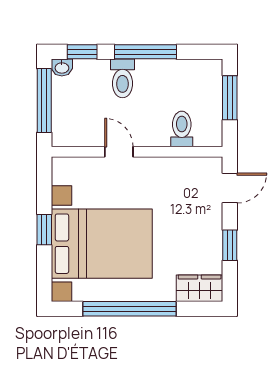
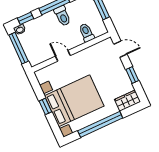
toilet: (122, 78) -> (62, 16), moved
door: (230, 188) -> (120, 49), hinge flipped

